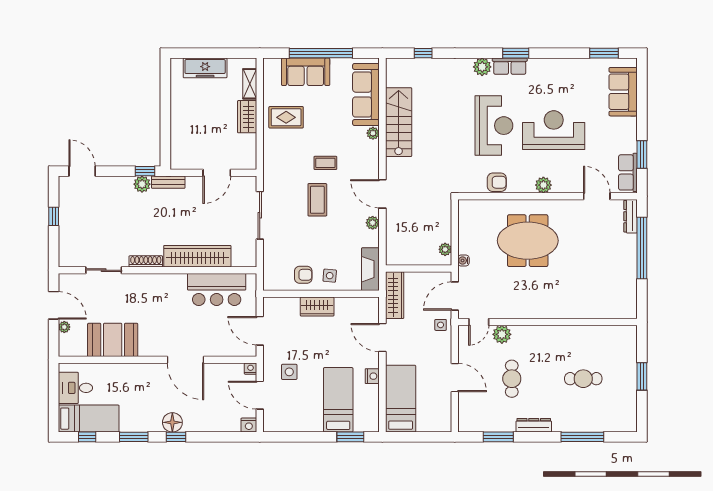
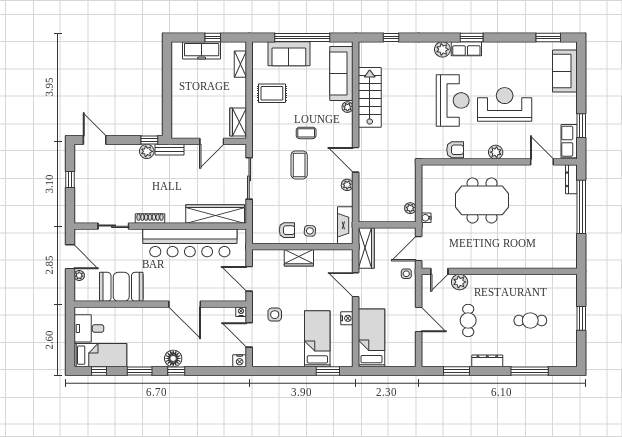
window: (218, 53) -> (213, 37), added
wardrobe: (247, 117) -> (238, 122), moved
wardrobe: (197, 256) -> (215, 214), moved
bar counter: (217, 289) -> (190, 243), width x1.86

